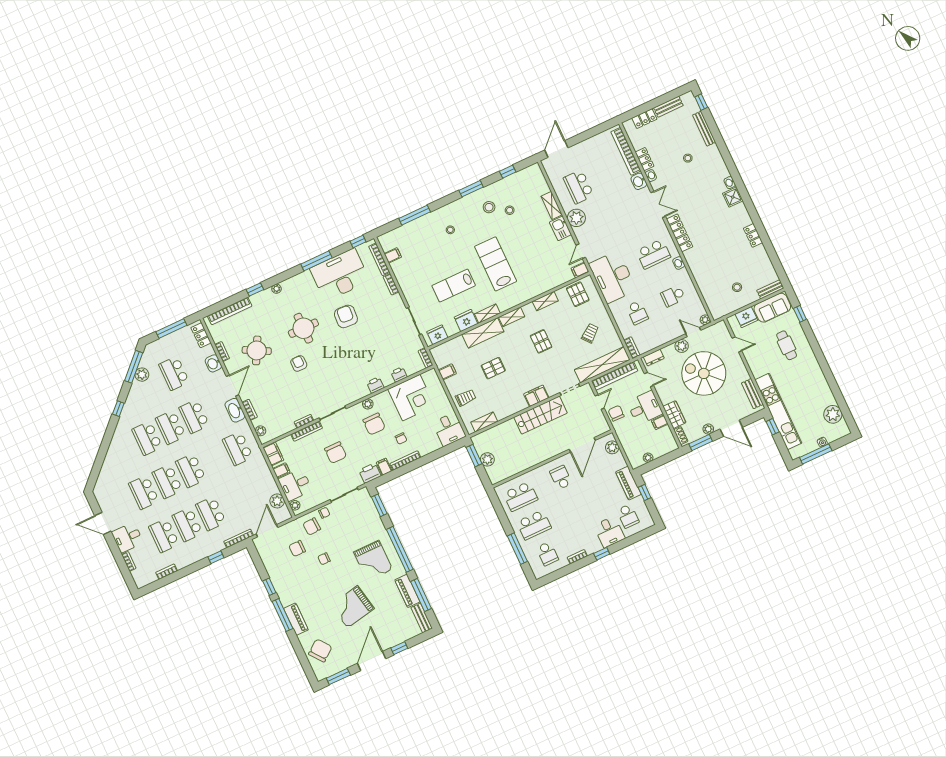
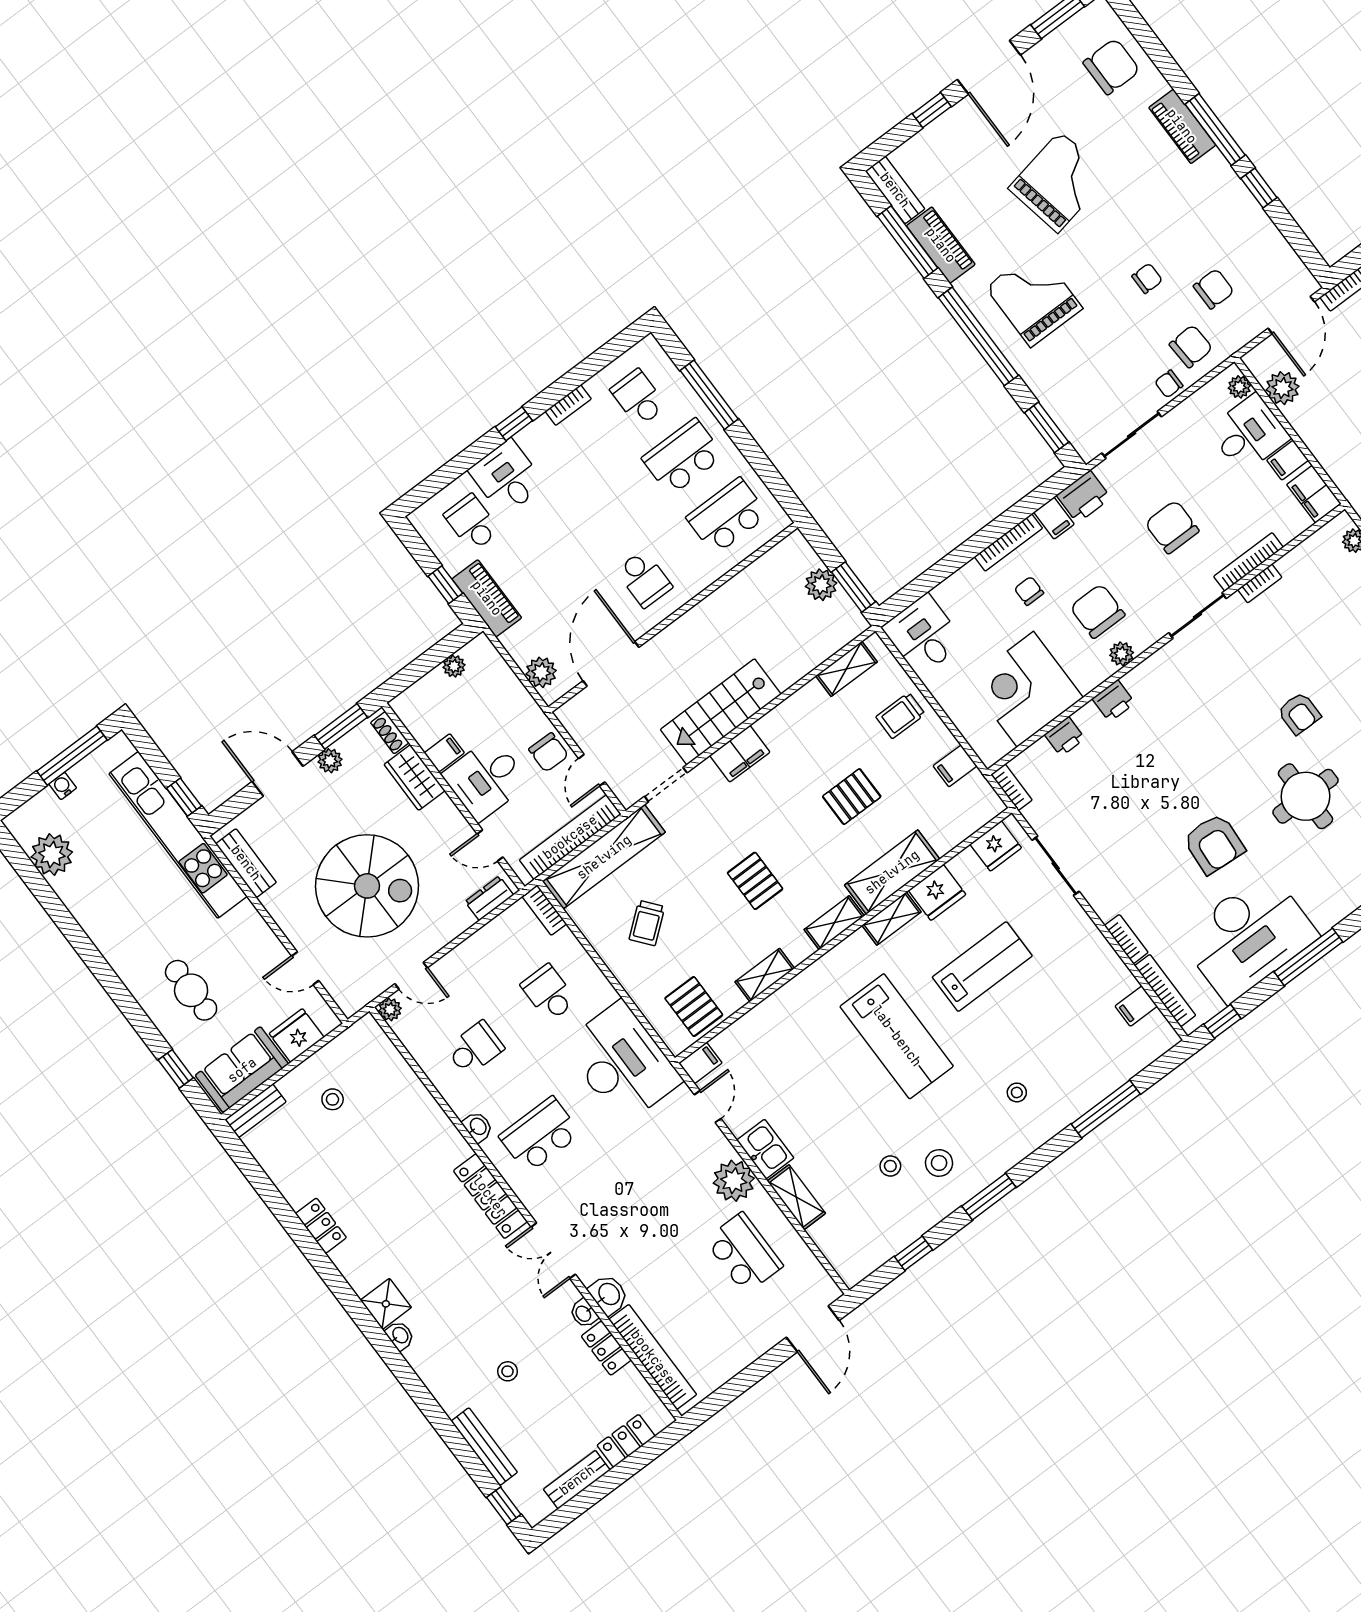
plant: (682, 346) -> (431, 938), removed
chair: (320, 650) -> (1111, 67), turned -142

